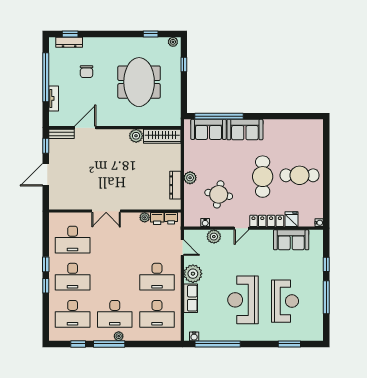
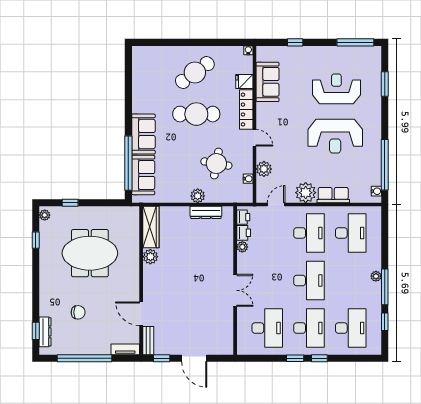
tv unit: (54, 98) -> (125, 349), moved
cafe table: (300, 175) -> (195, 73), turned 54
window: (326, 297) -> (355, 42), moved
desk: (115, 314) -> (309, 281), moved

